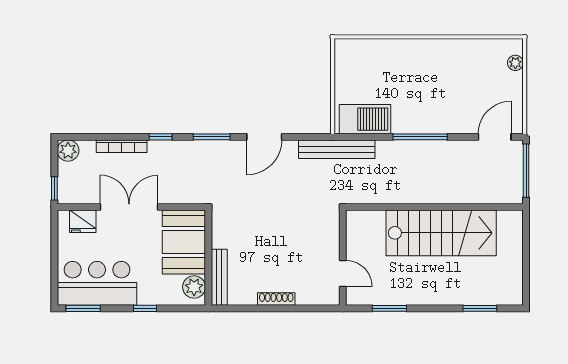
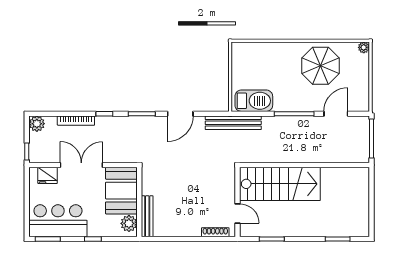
plant: (515, 63) -> (364, 47), moved
parasol: (456, 71) -> (321, 66), added
door: (495, 137) -> (336, 114), moved
stairs: (441, 233) -> (280, 184), moved
shoe rack: (276, 299) -> (215, 232), moved

